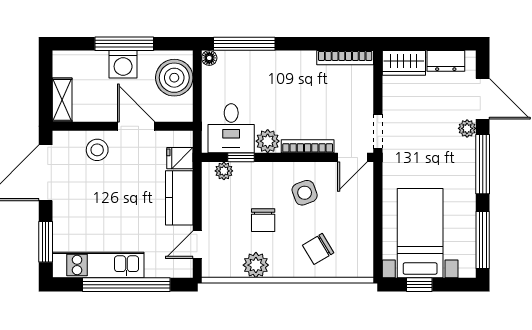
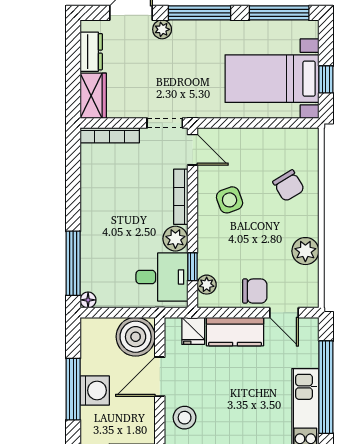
bookcase: (345, 58) -> (110, 135), moved, turned 90
boiler: (174, 78) -> (136, 337), moved
chair: (263, 220) -> (255, 291), moved

